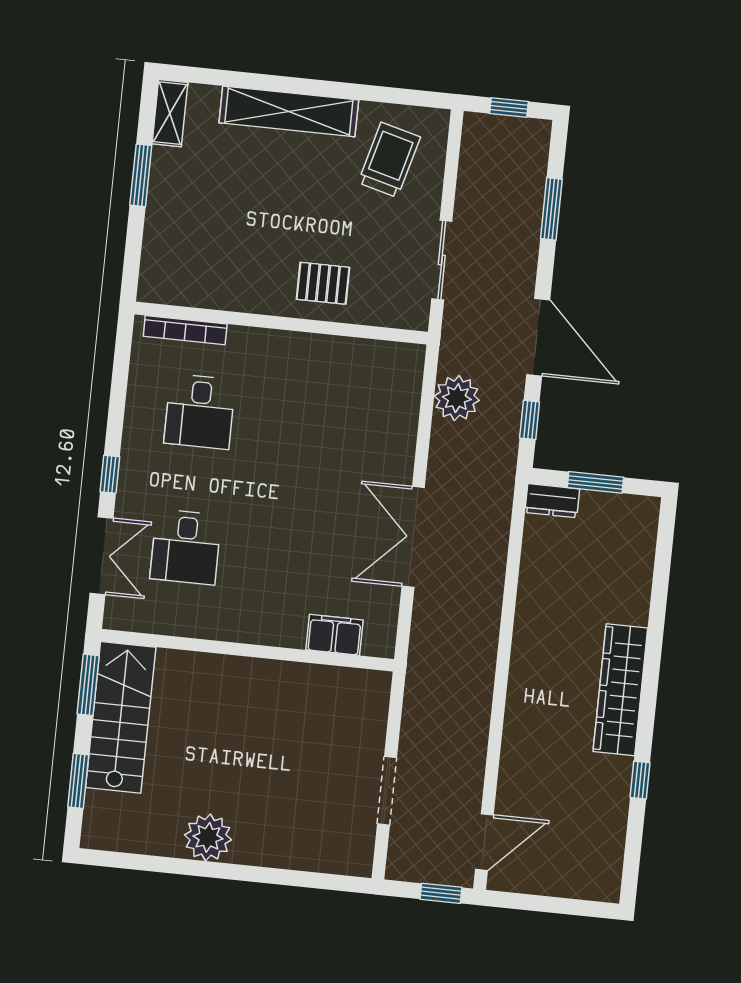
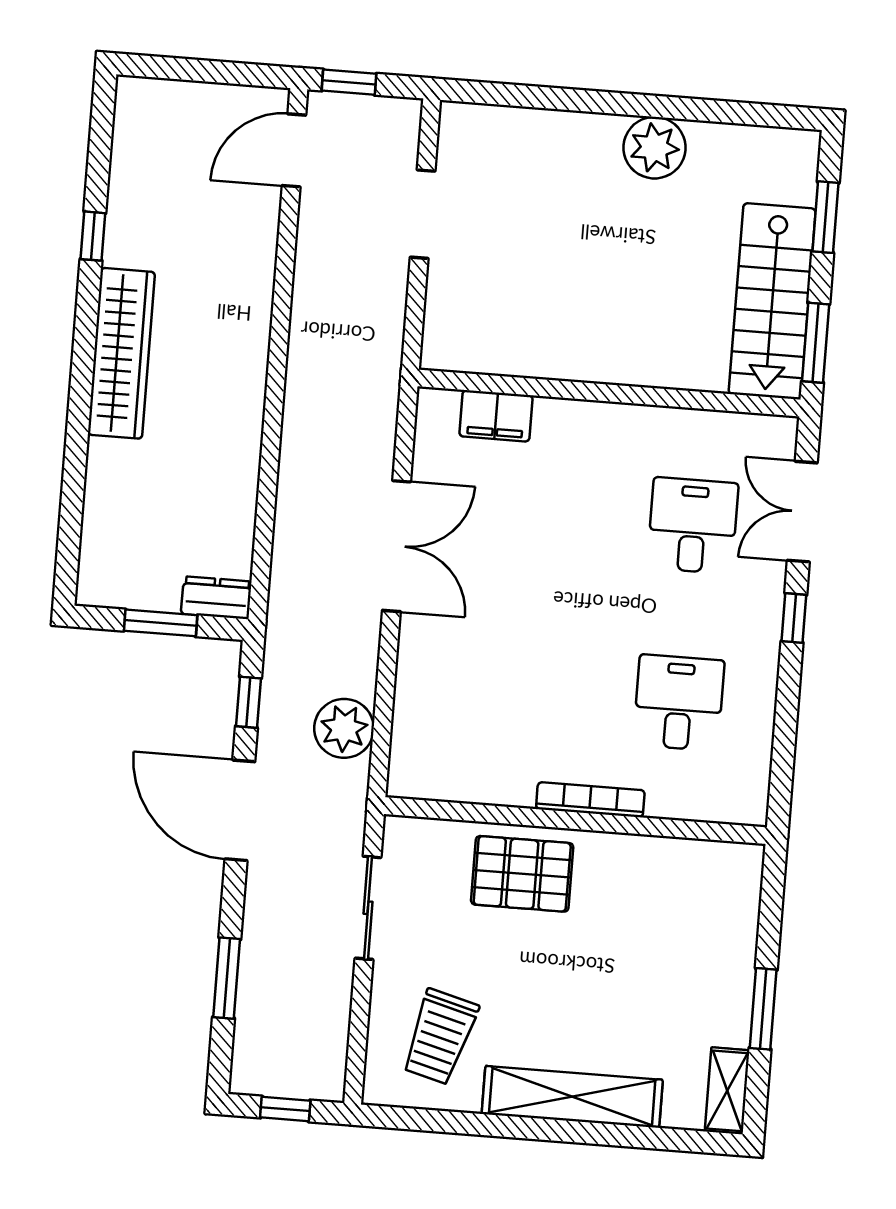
pallet: (323, 283) -> (522, 874), width x1.50, depth x1.42
bookcase: (185, 330) -> (590, 800), moved

